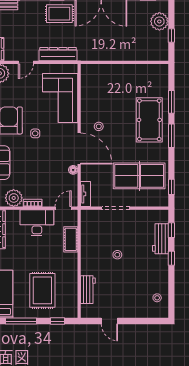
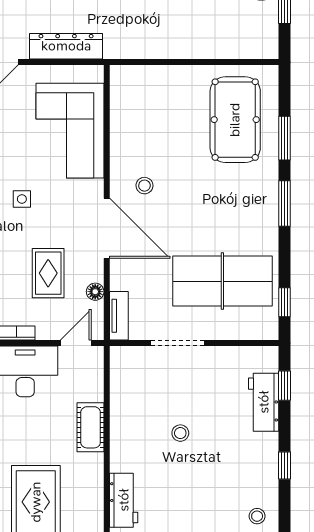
pool table: (149, 120) -> (235, 120), moved
floor lamp: (73, 170) -> (95, 292), moved
rug: (49, 172) -> (48, 273), added
cot: (71, 239) -> (91, 427), moved
window: (171, 258) -> (285, 466), moved

